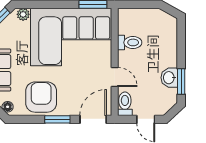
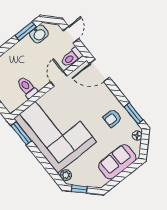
washbasin: (169, 78) -> (39, 34), moved
armchair: (41, 97) -> (112, 118), width x0.53, depth x0.53
window: (57, 119) -> (134, 113), moved

